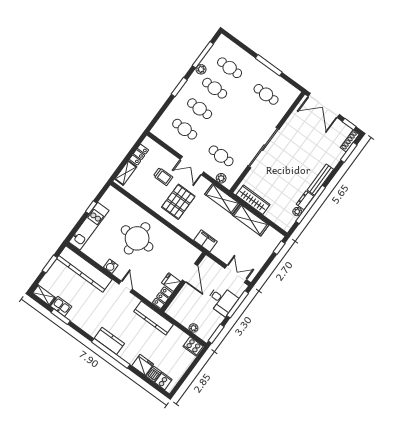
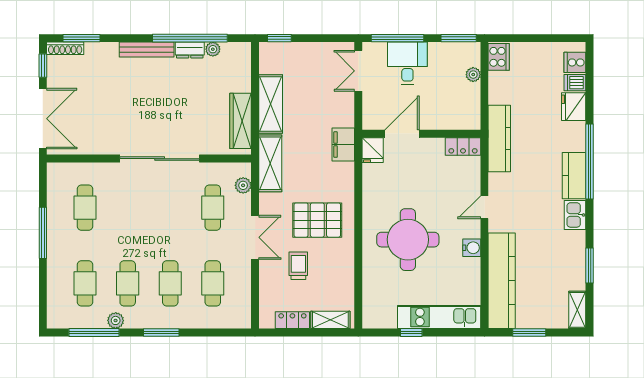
fridge: (171, 282) -> (373, 150), moved
kitchen sink: (61, 306) -> (575, 215), moved

